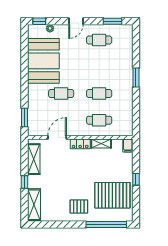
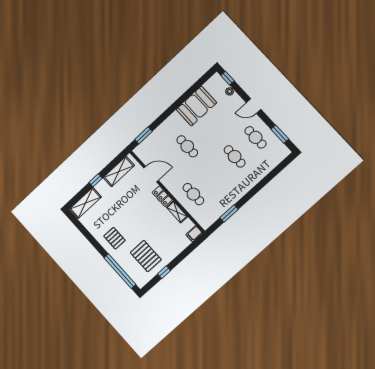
booth: (43, 61) -> (196, 106), width x0.73, depth x0.70
window: (136, 78) -> (229, 214), moved
cafe table: (99, 93) -> (235, 156), moved
window: (136, 179) -> (164, 272), moved
pallet: (112, 195) -> (146, 256), width x0.73, depth x0.71

